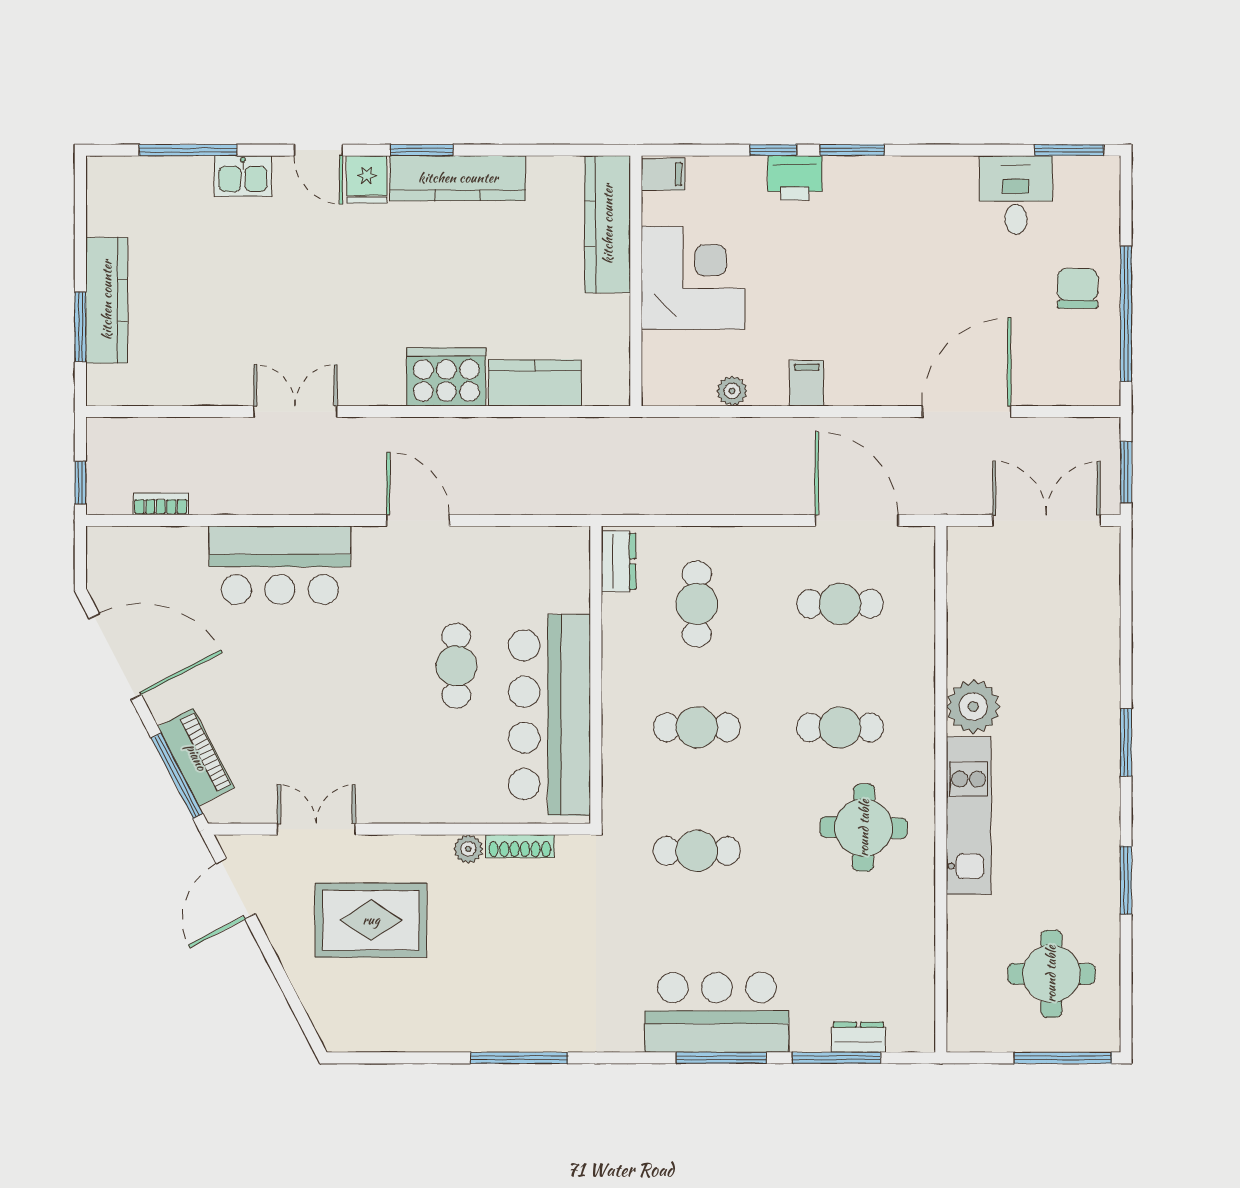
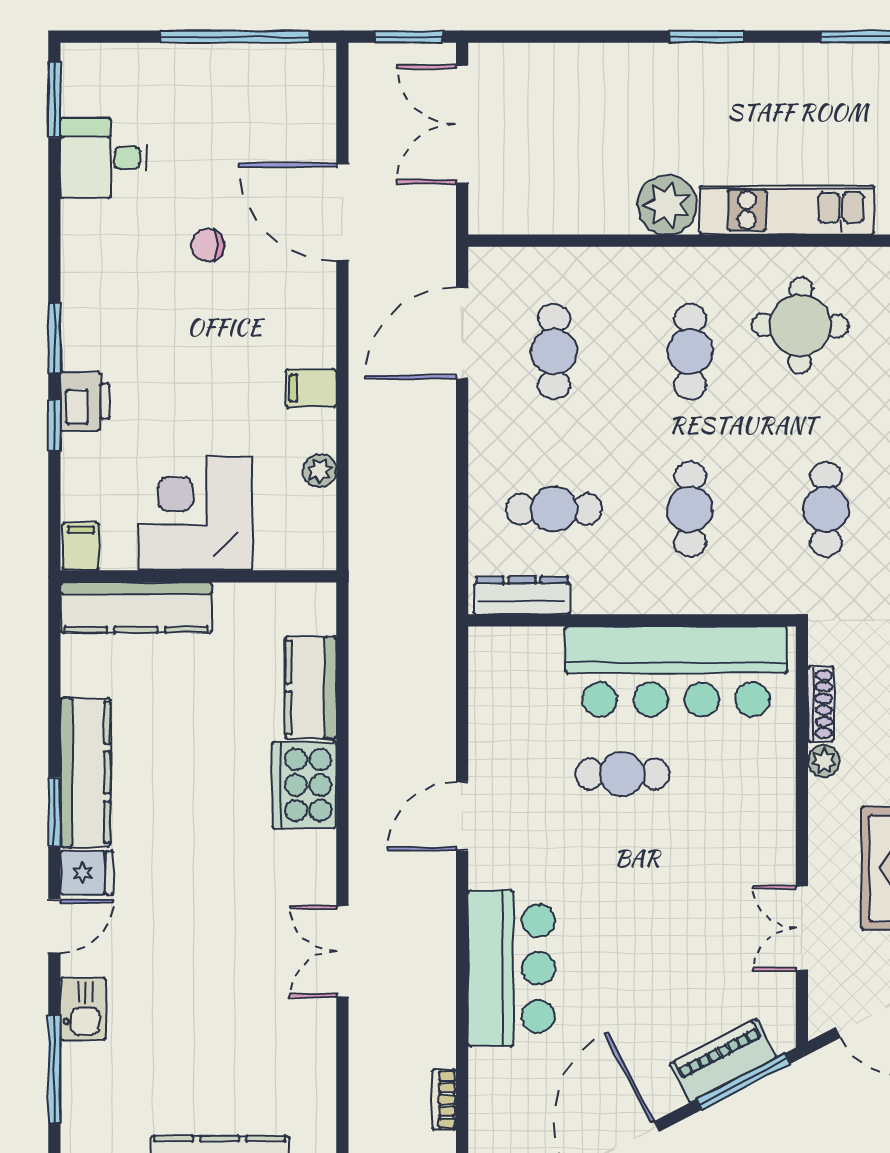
chair: (1078, 288) -> (208, 245), moved, width x0.73, depth x0.73
dresser: (619, 561) -> (522, 595), width x1.44

